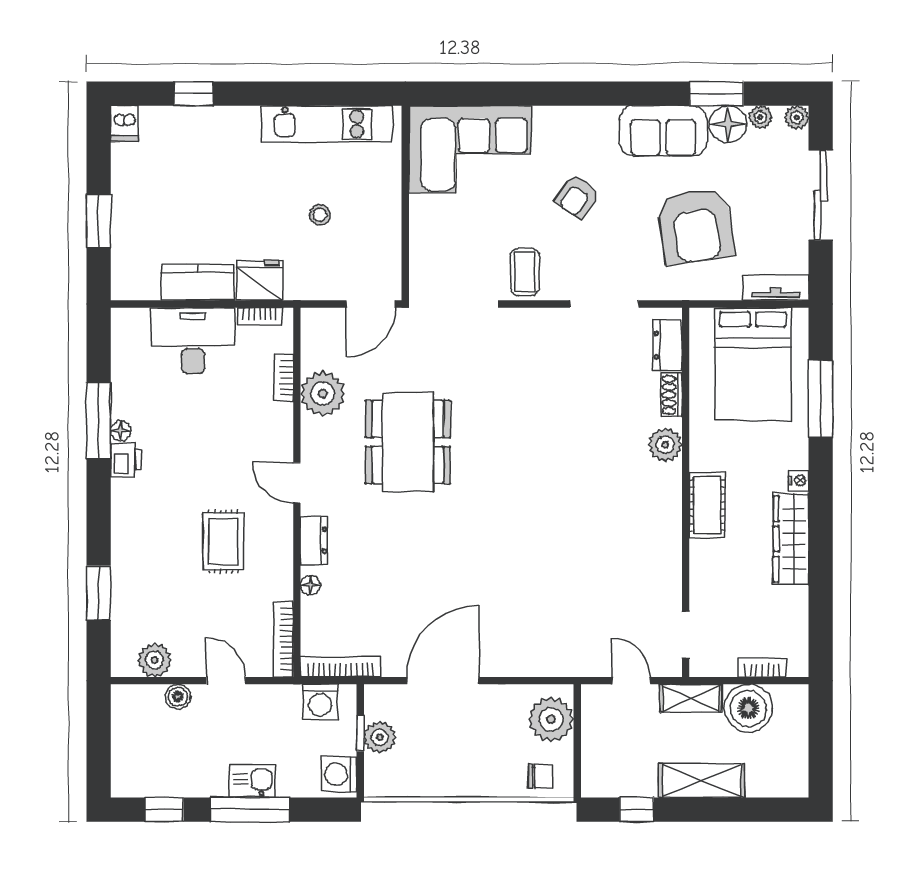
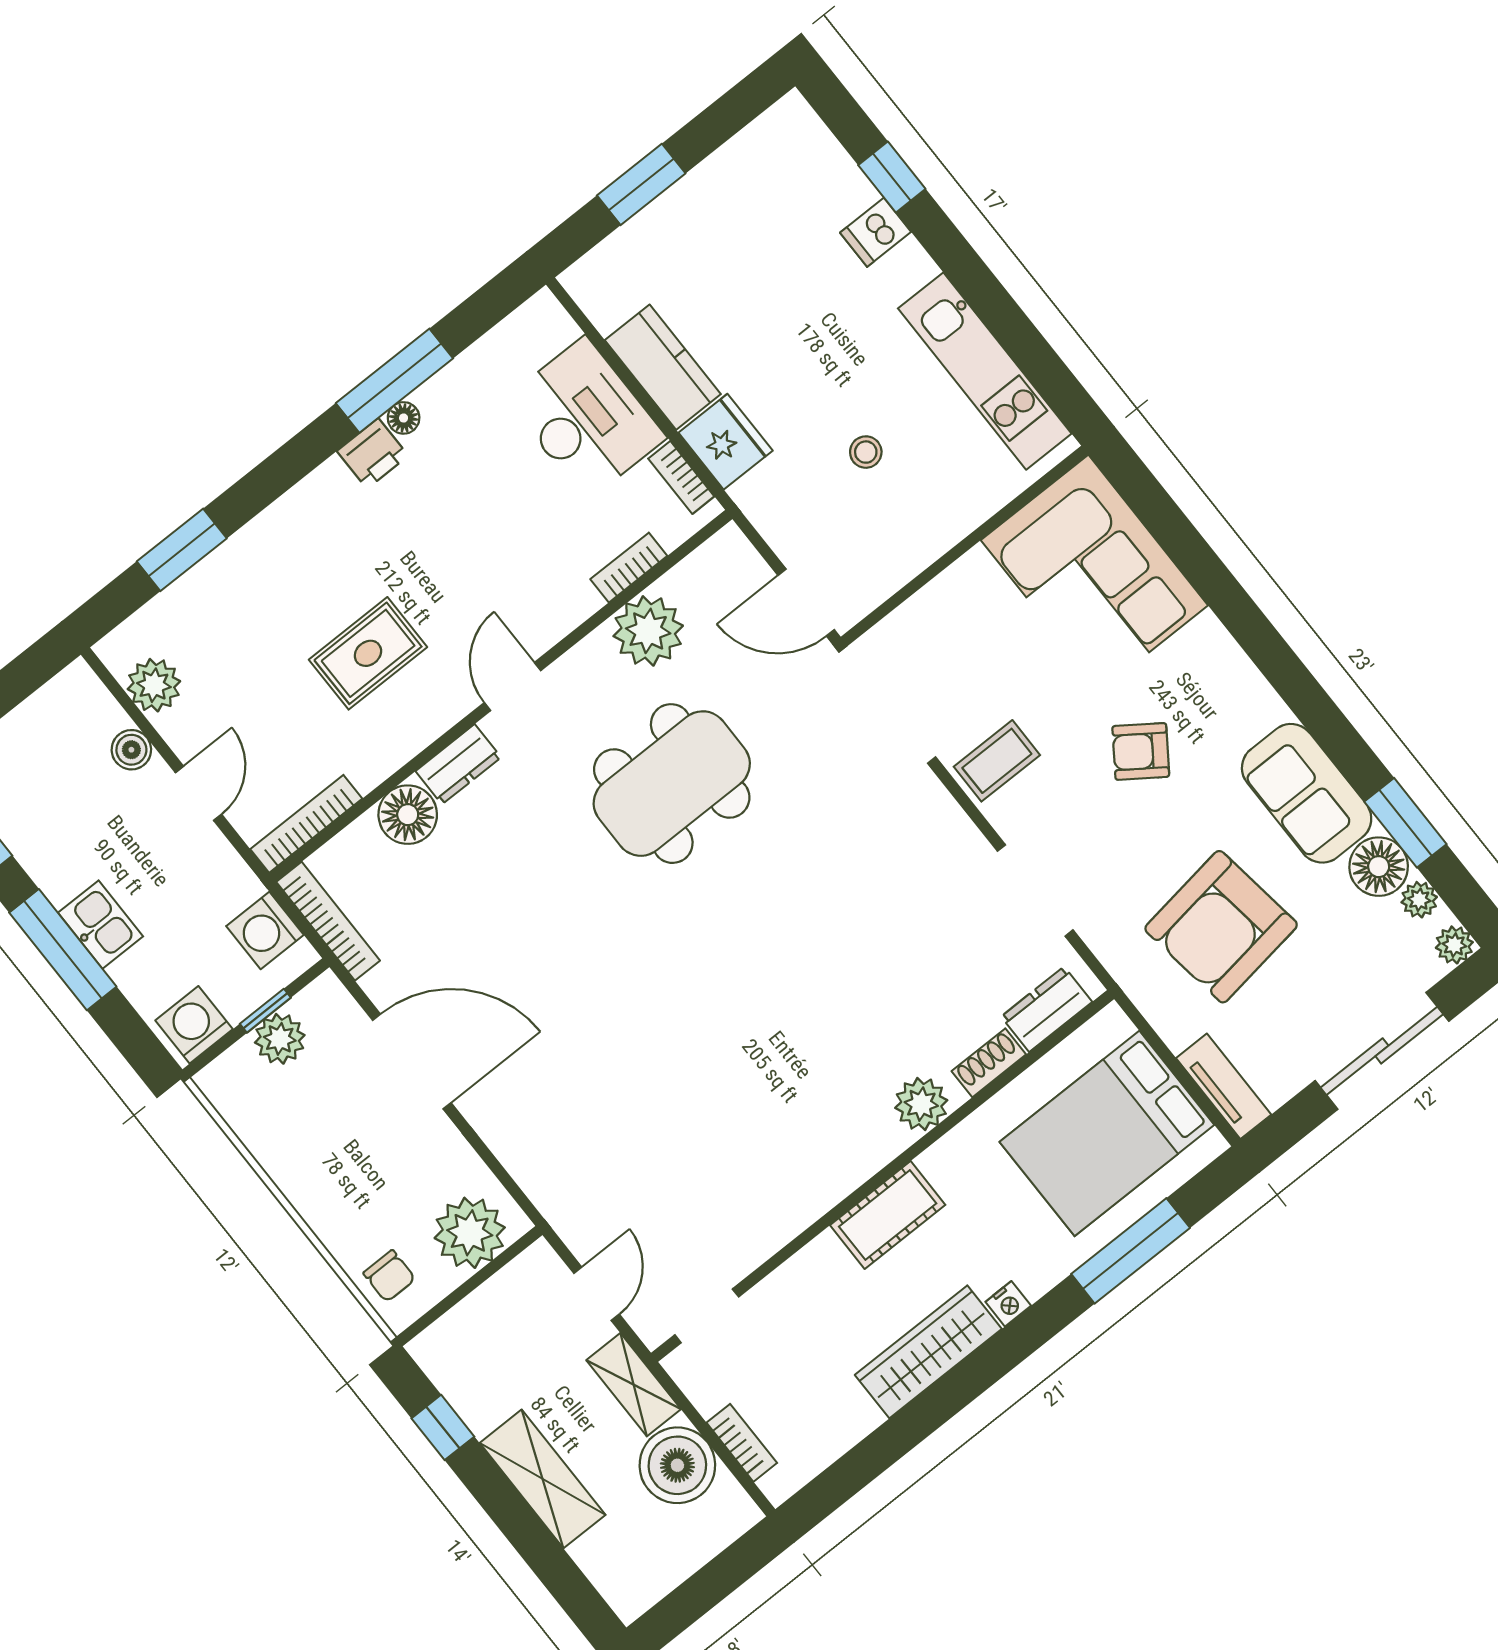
dishwasher: (124, 123) -> (876, 232), moved
floor lamp: (310, 585) -> (408, 815), width x1.89, depth x1.89

